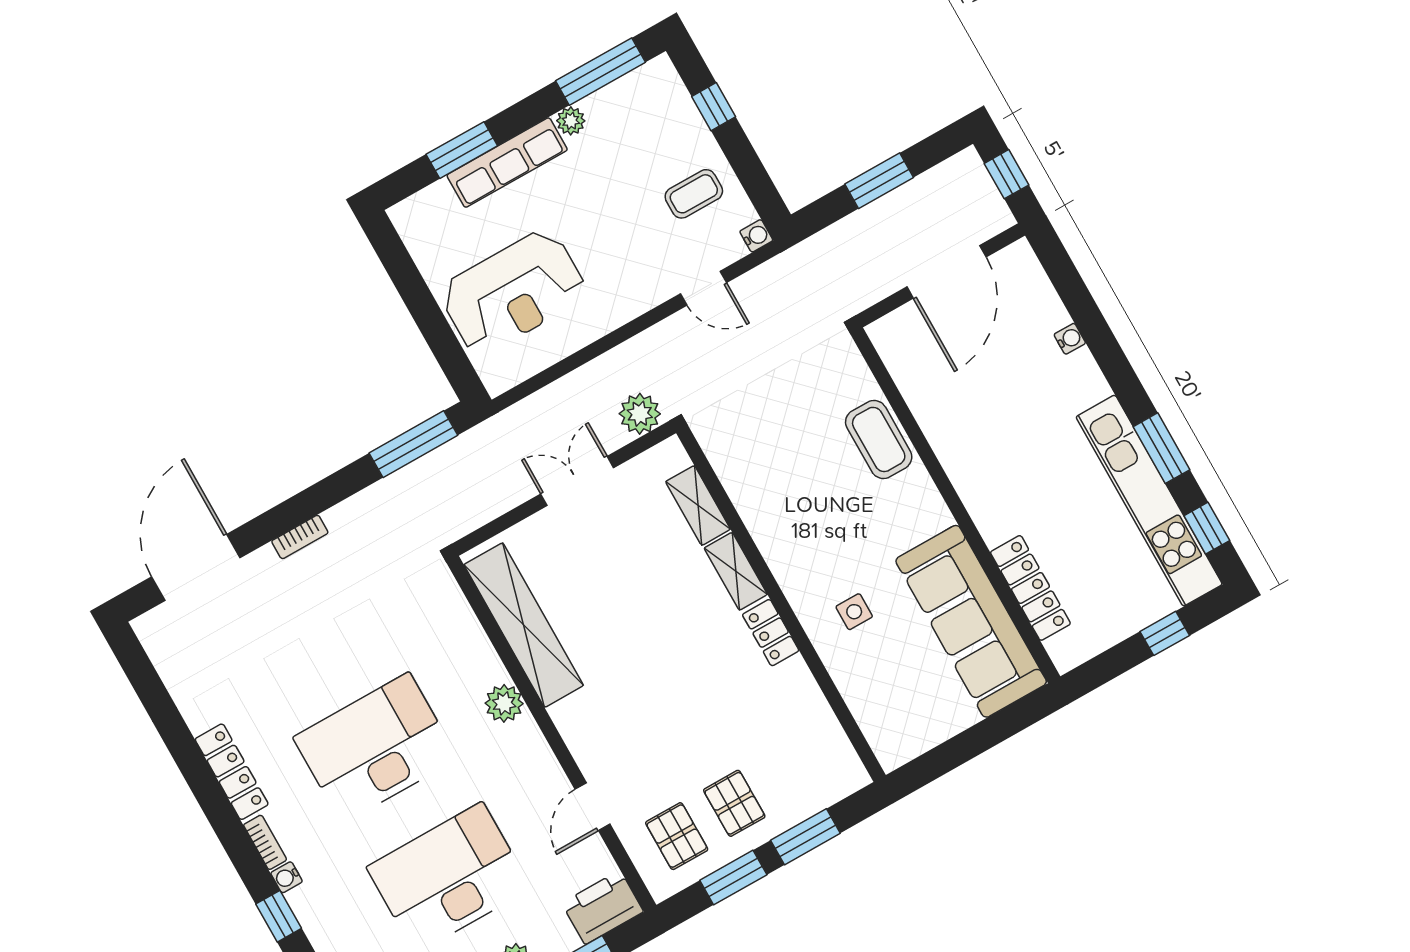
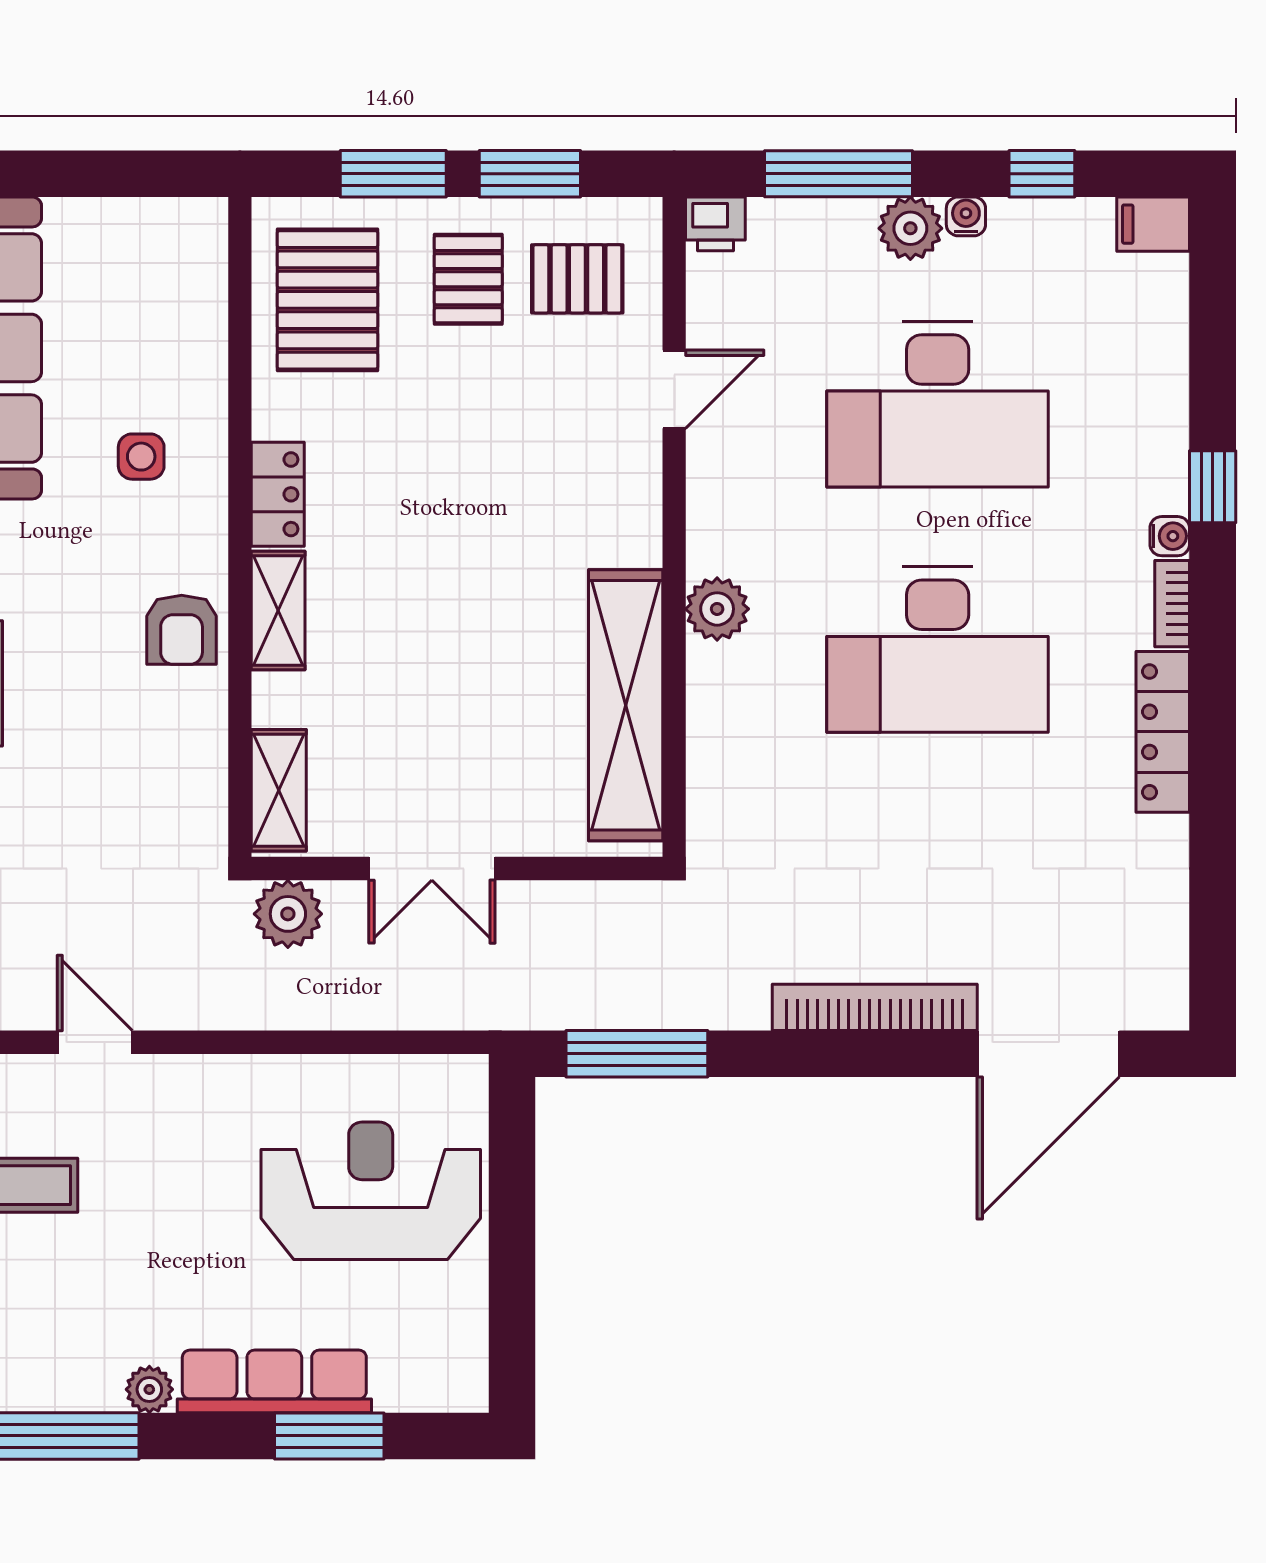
shelving: (698, 505) -> (279, 790), moved
armchair: (781, 532) -> (182, 630), added
bookcase: (300, 537) -> (875, 1007), width x2.31, depth x1.31
pallet: (803, 750) -> (328, 300), added
pallet: (677, 836) -> (577, 279), turned 90
printer: (603, 907) -> (715, 224), width x0.53, depth x0.68

